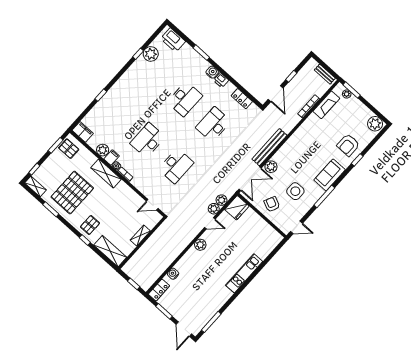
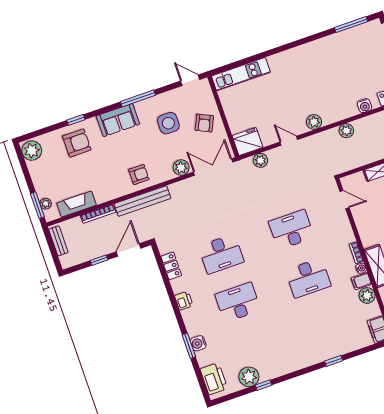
water cooler: (212, 72) -> (198, 343), moved
bench: (269, 147) -> (143, 201), moved
armchair: (296, 147) -> (139, 175), added
plant: (214, 209) -> (346, 131), moved
kitchen unit: (244, 273) -> (241, 74), moved

